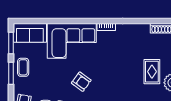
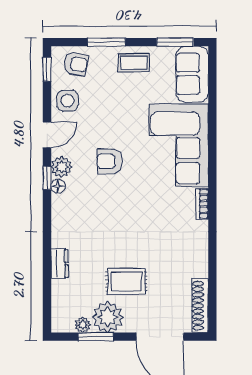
window: (11, 73) -> (106, 42), moved
armchair: (81, 82) -> (109, 161), turned 54

